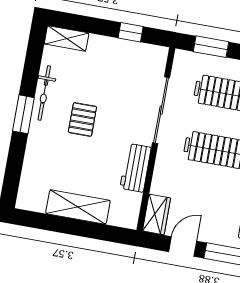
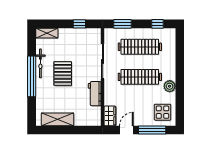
window: (23, 114) -> (32, 76), width x2.11
pallet: (82, 119) -> (63, 74), width x1.50, depth x1.42
shelving: (78, 207) -> (58, 119), moved

